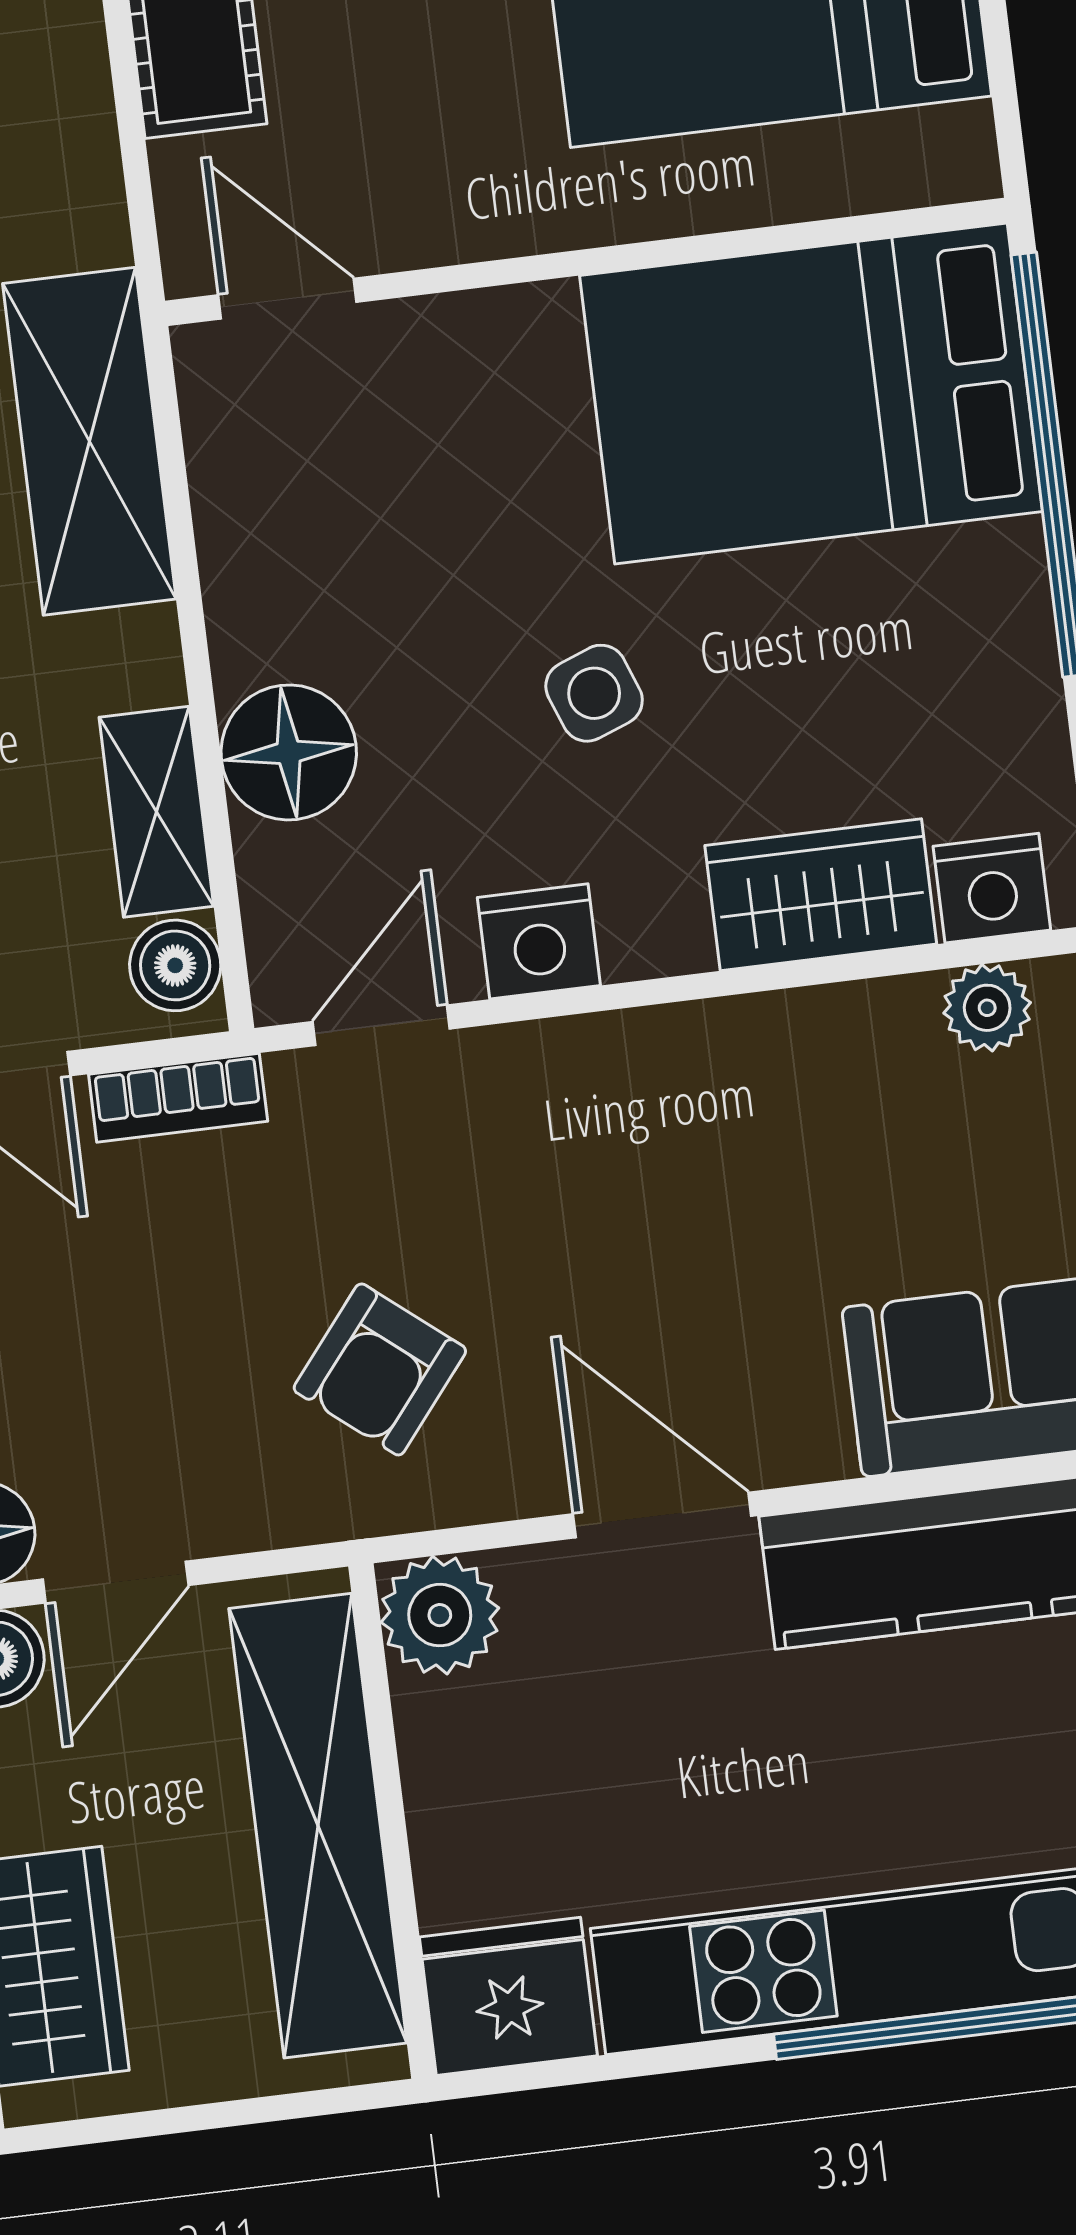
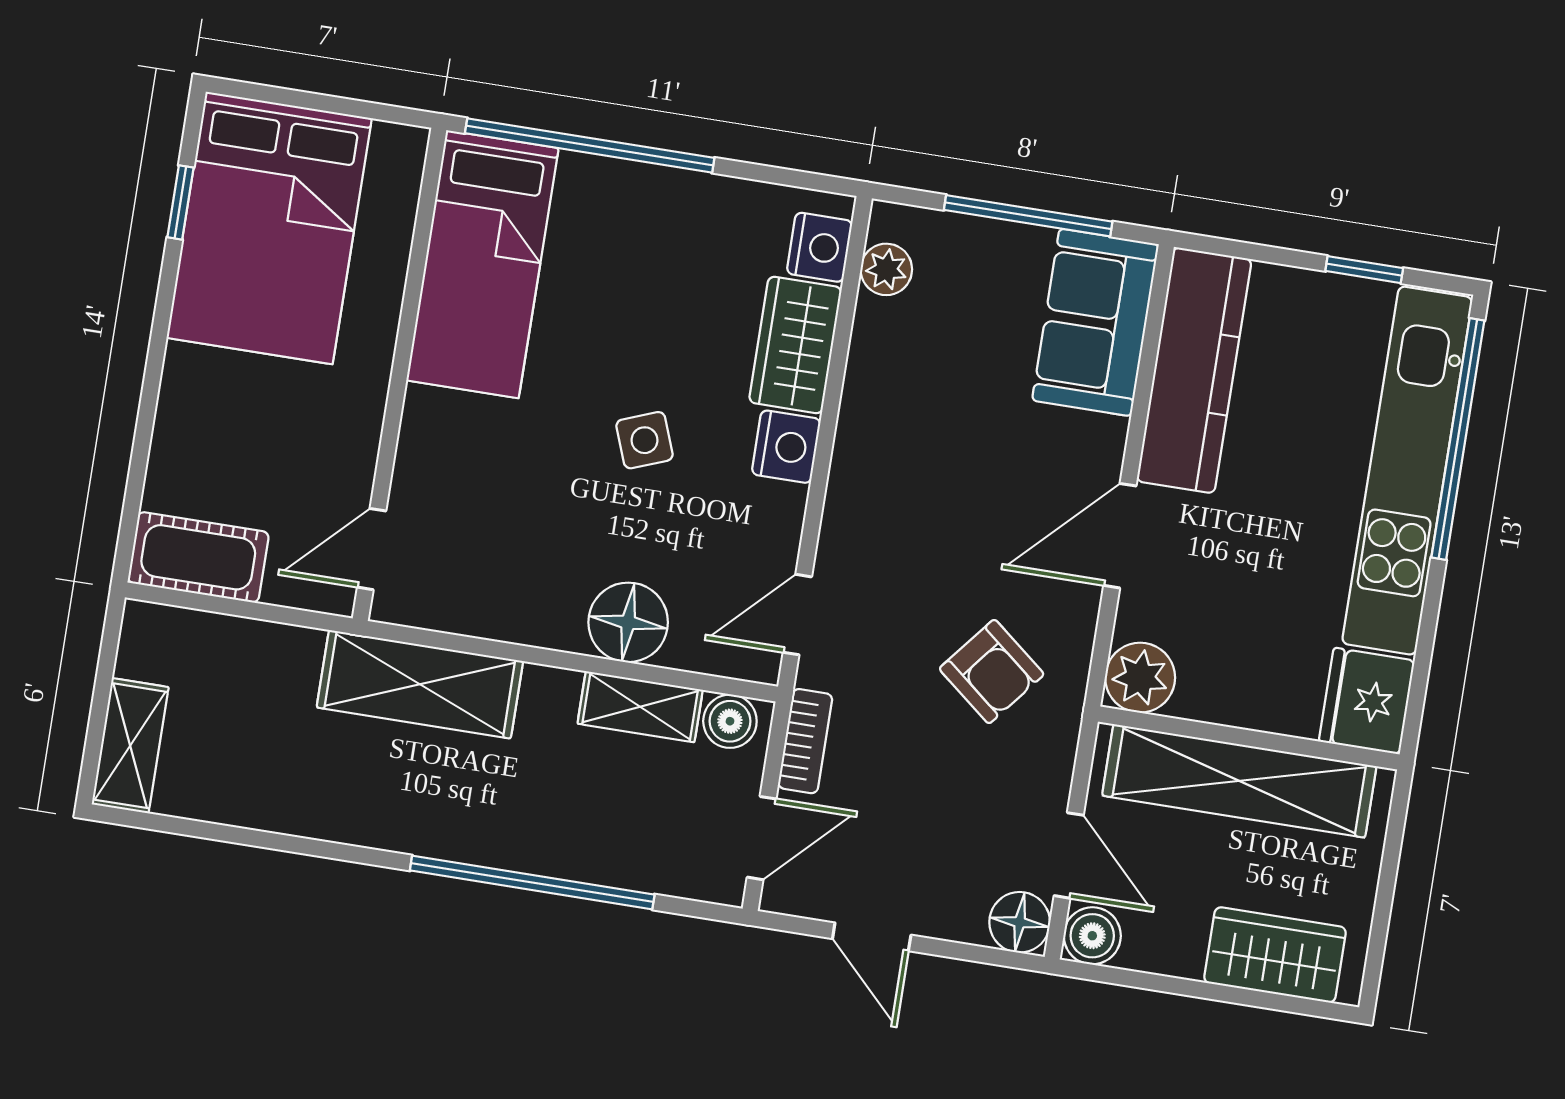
bed: (811, 394) -> (482, 264), width x0.67
nightstand: (539, 941) -> (786, 447), moved
door: (381, 1025) -> (797, 615), hinge flipped

